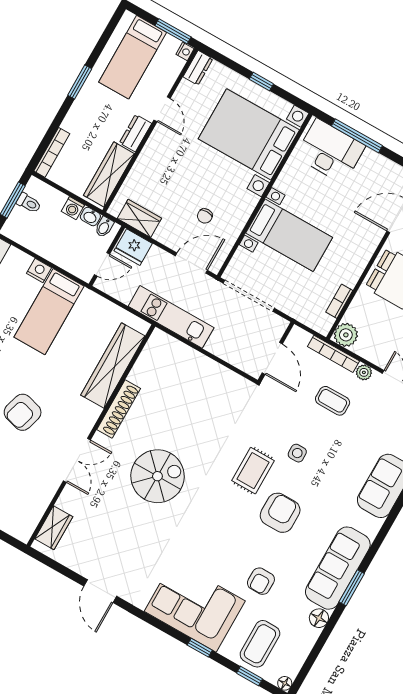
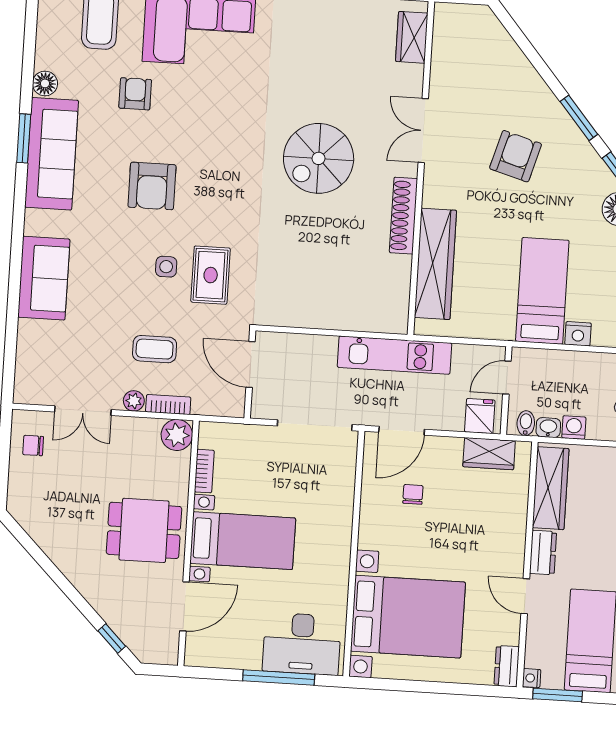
window: (261, 81) -> (424, 687), removed
bed with nightstands: (289, 235) -> (243, 541), moved, turned 180
fridge: (133, 247) -> (480, 416), width x0.72
bookcase: (333, 354) -> (168, 405), width x0.64
rug: (253, 471) -> (211, 275), moved

